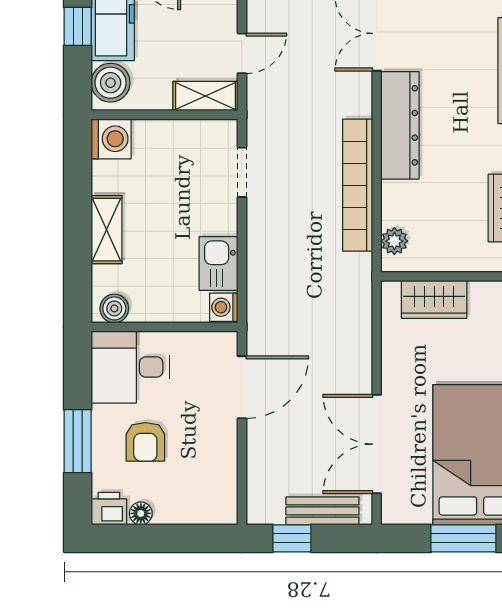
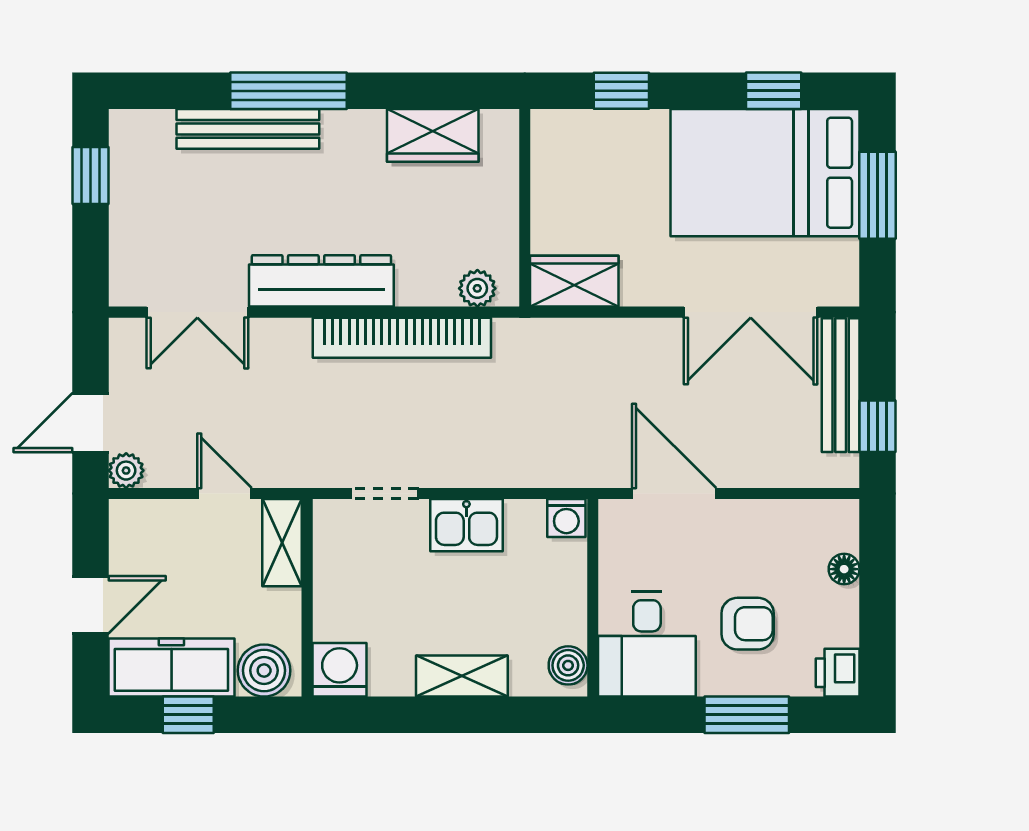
kitchen sink: (218, 264) -> (466, 525), moved
wardrobe: (434, 299) -> (574, 281), moved, turned -90
bench: (322, 511) -> (841, 385), width x1.36
floor lamp: (141, 513) -> (844, 569), moved

